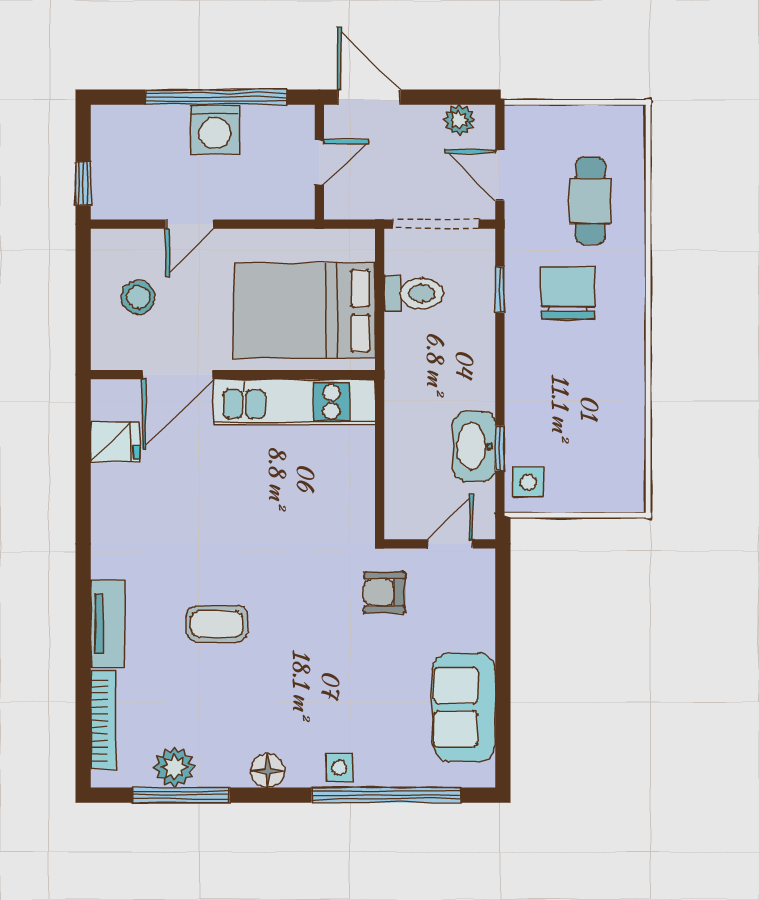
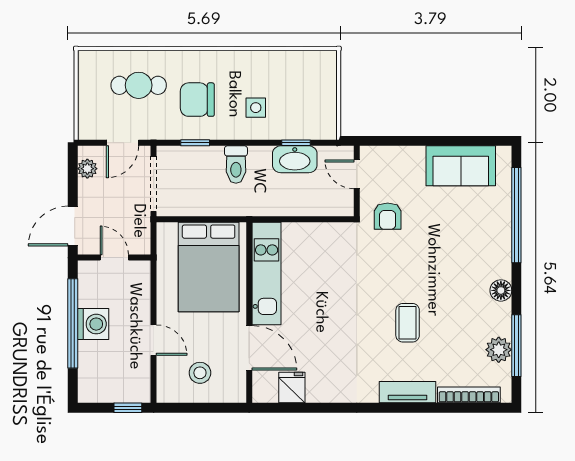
toilet: (414, 293) -> (236, 164), moved, turned 180
side table: (528, 482) -> (256, 108), moved
side table: (339, 768) -> (499, 245), removed

